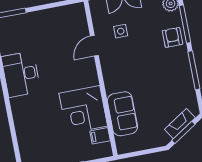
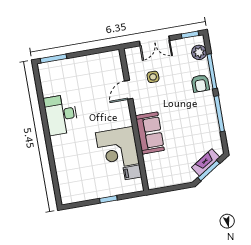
armchair: (173, 37) -> (200, 83), turned 180
sofa: (122, 114) -> (150, 133), moved

